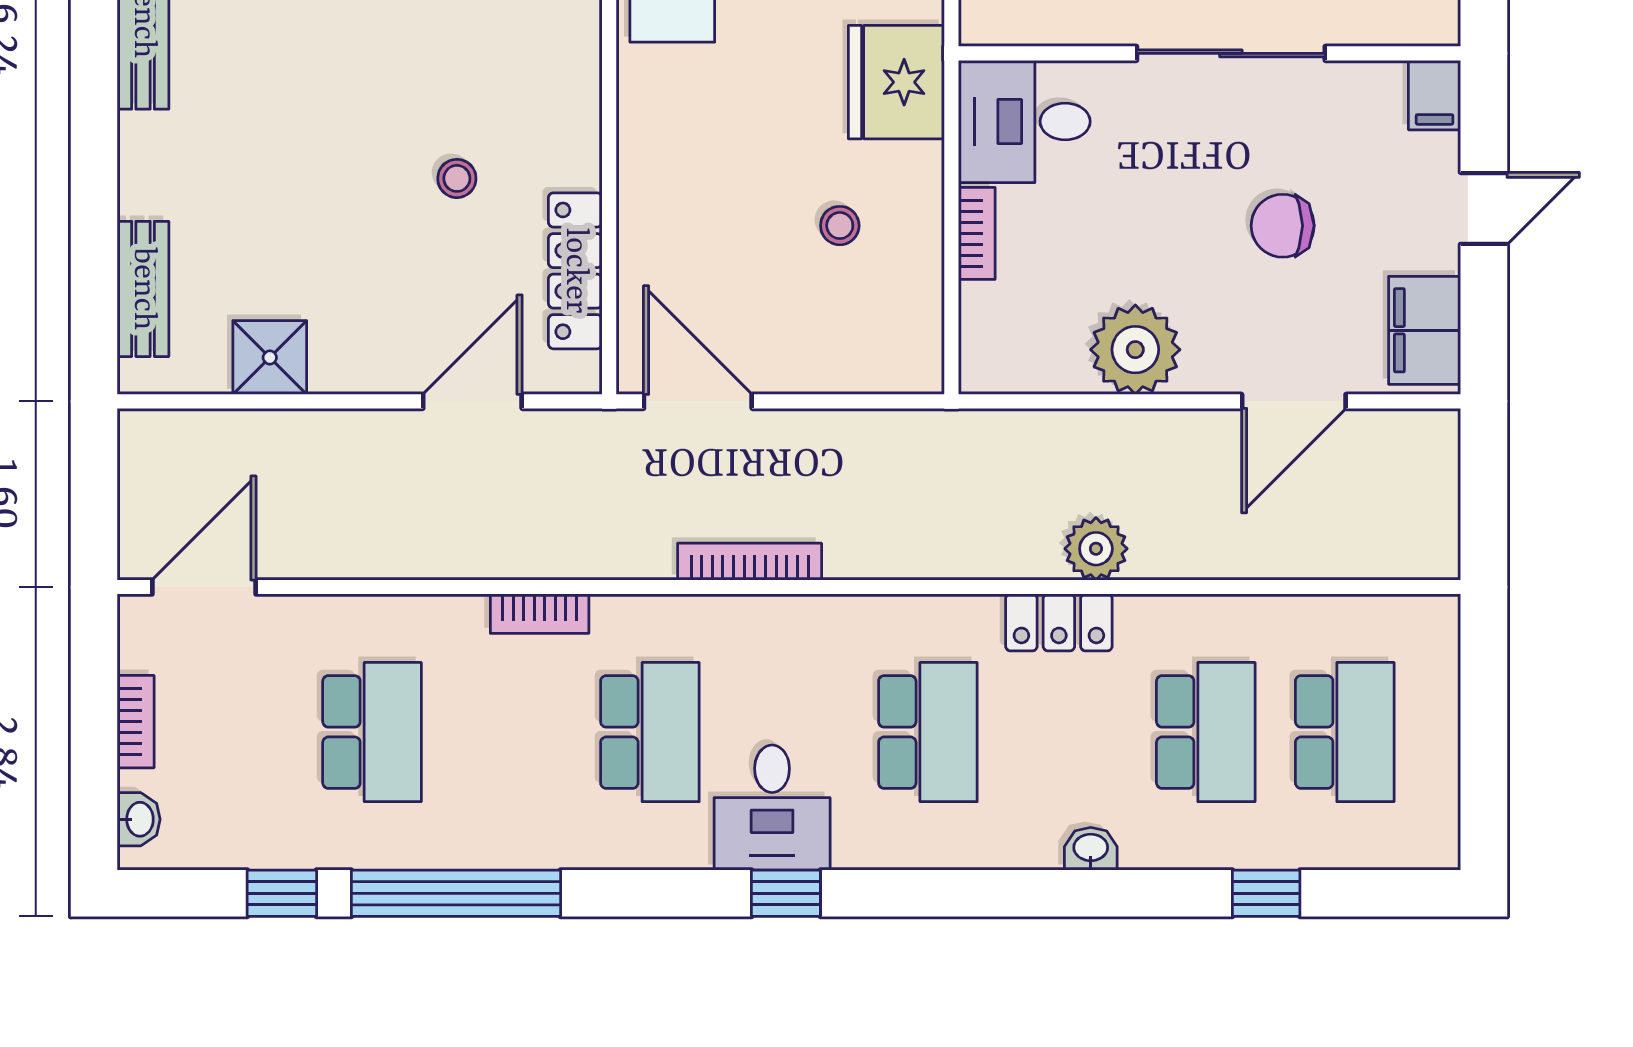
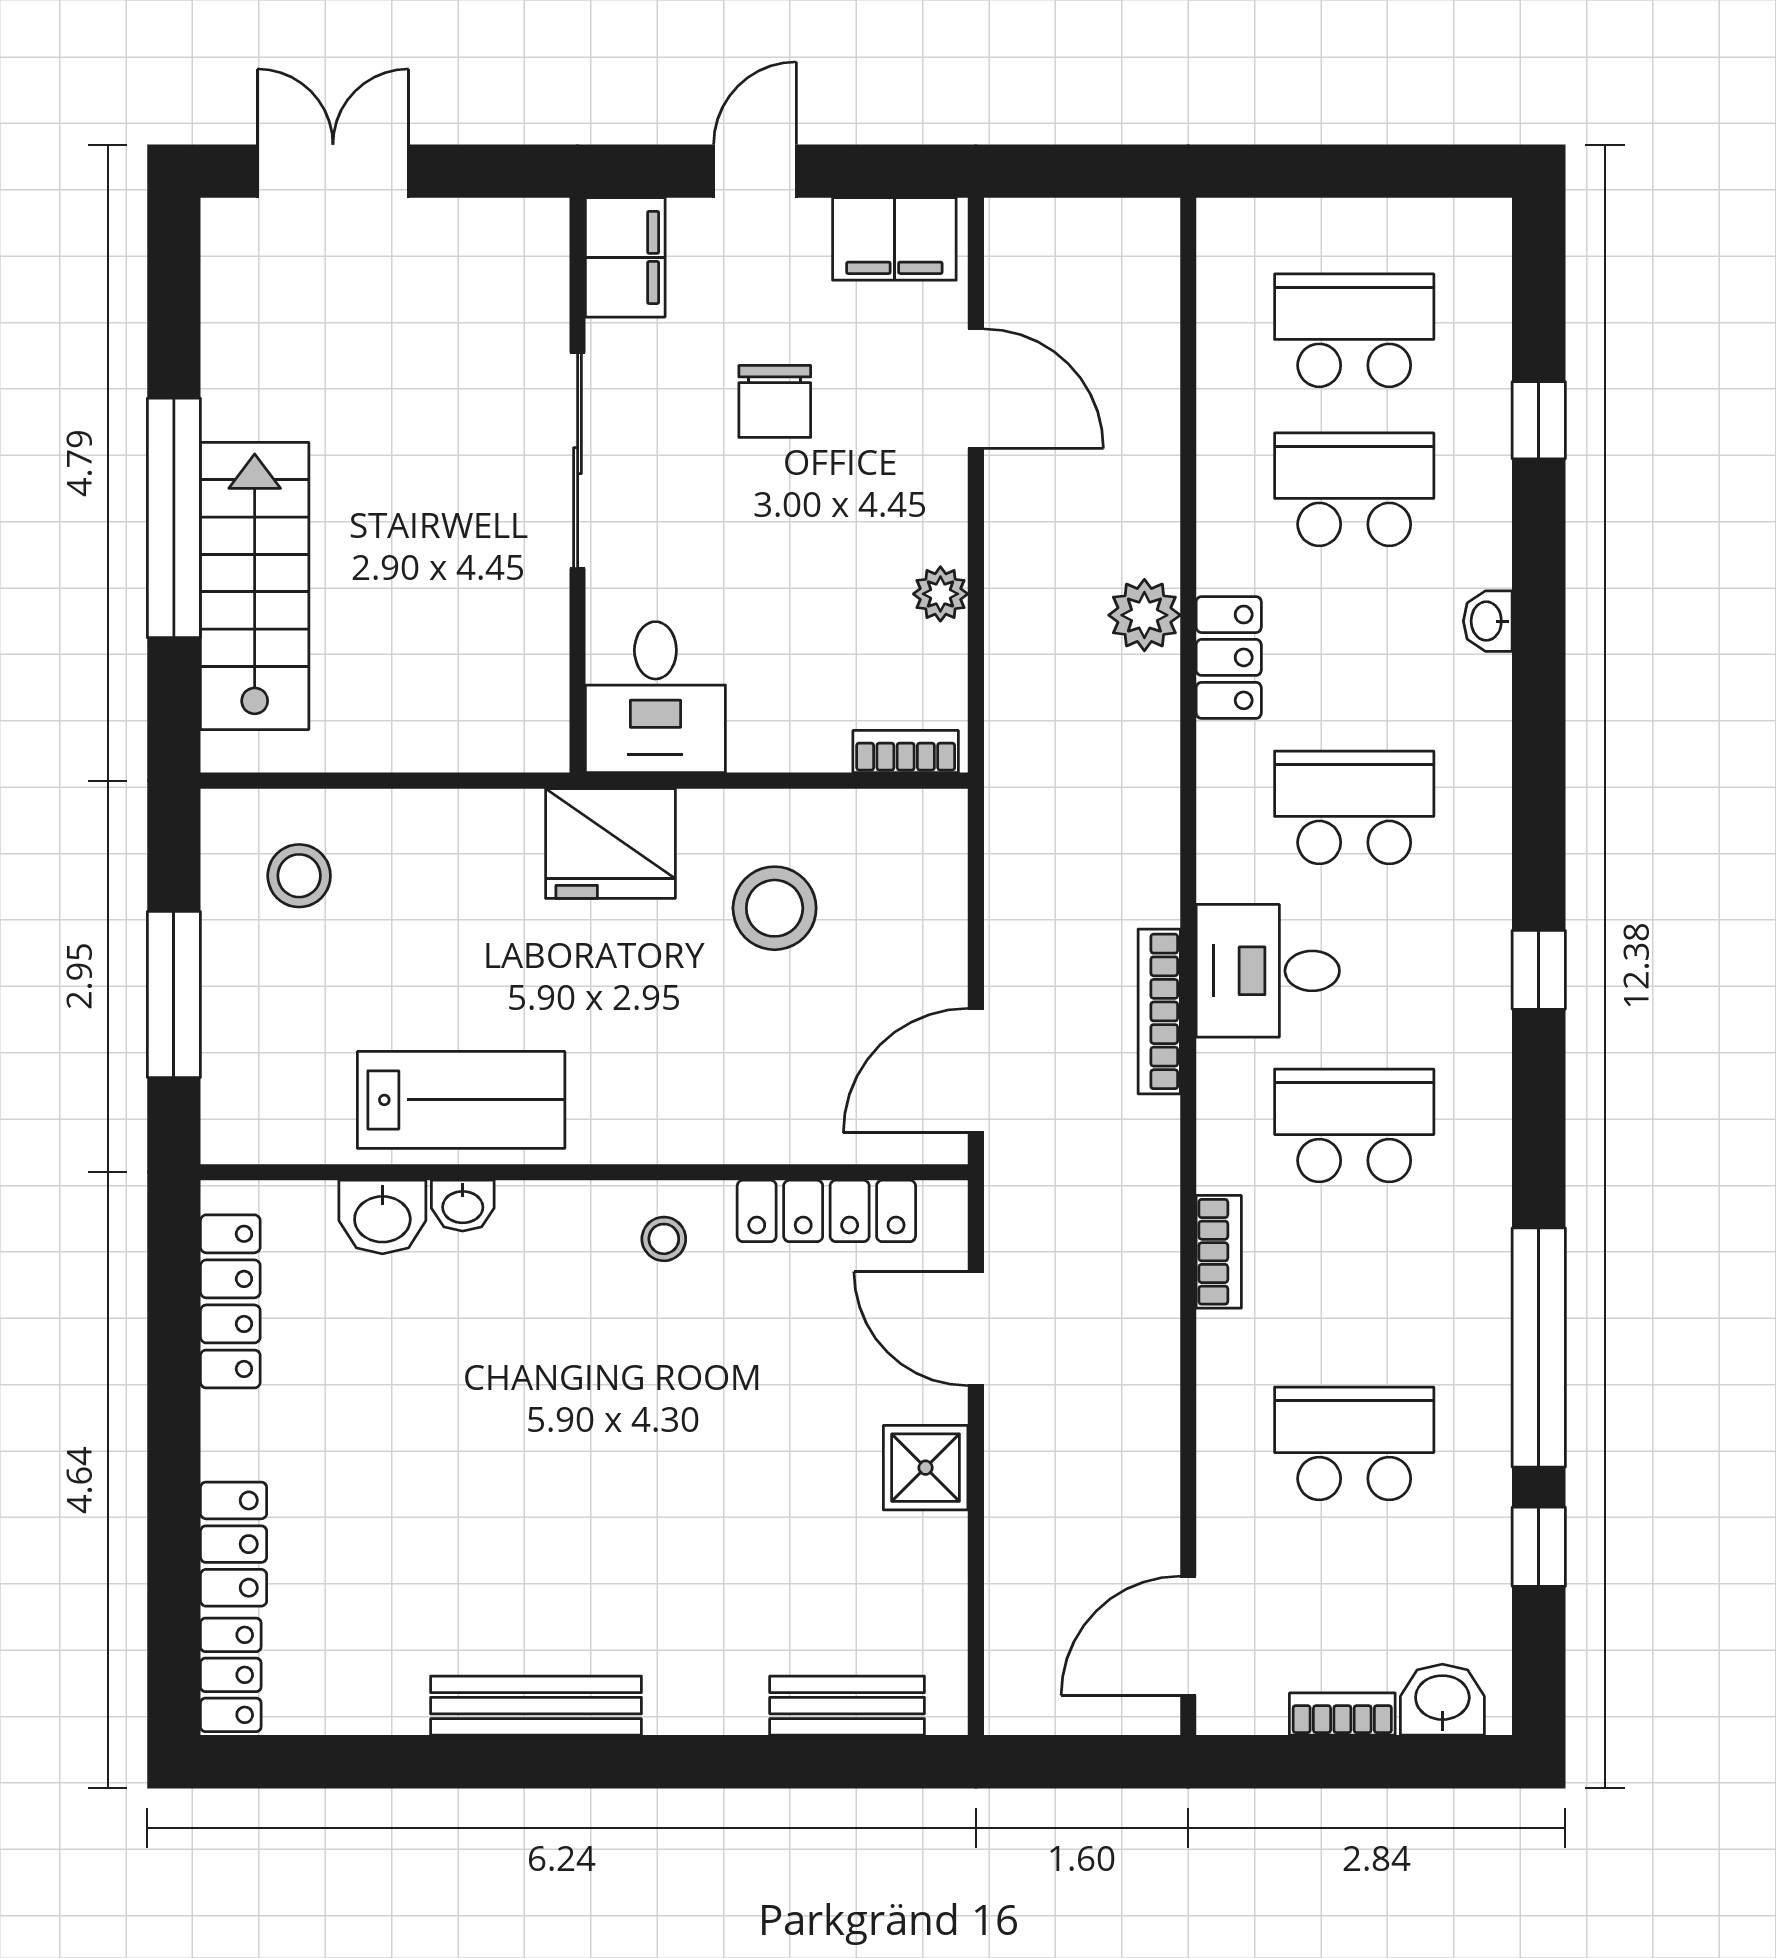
filing cabinet: (1435, 95) -> (625, 257), width x2.00
stool: (457, 178) -> (664, 1239), moved
door: (1484, 208) -> (755, 171), hinge flipped
stool: (840, 226) -> (775, 908), width x1.89, depth x1.89
bookcase: (977, 233) -> (906, 752), moved
plant: (1135, 350) -> (940, 594), width x0.53, depth x0.53
shower: (270, 357) -> (926, 1468), moved
door: (204, 587) -> (1188, 1636), hinge flipped
desk: (772, 808) -> (1268, 971), moved, turned 180
washbasin: (139, 819) -> (1442, 1700), width x1.38, depth x1.45

